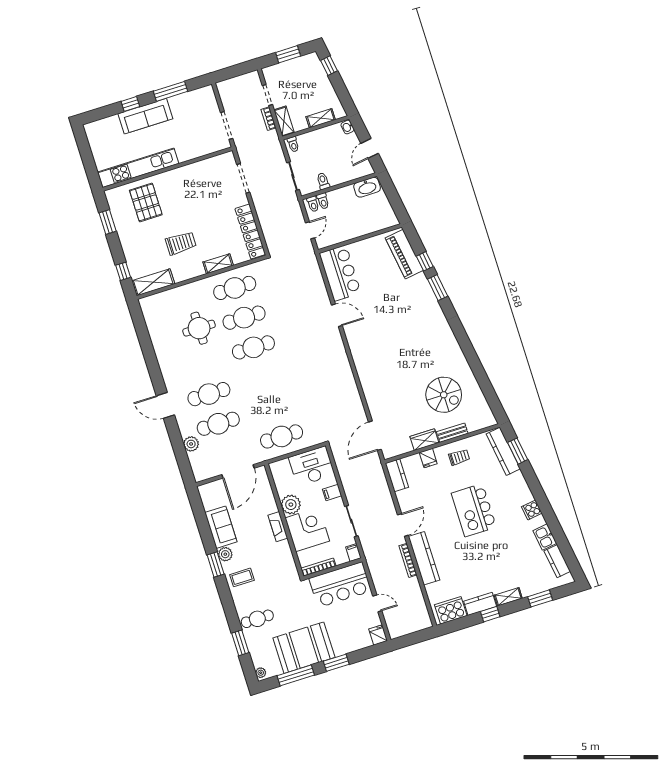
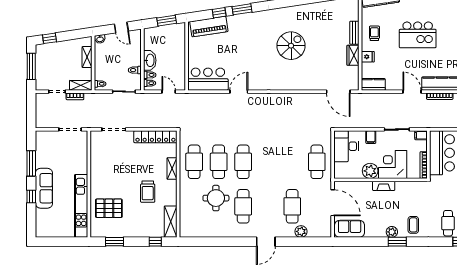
window: (288, 54) -> (31, 66), width x1.44
washbasin: (367, 187) -> (150, 60), moved
window: (395, 201) -> (167, 21), added
trolley: (181, 243) -> (148, 192), turned 180
cafe table: (209, 394) -> (243, 206), moved
spiral stairs: (444, 395) -> (291, 46), moved
sofa: (221, 527) -> (350, 229), moved

